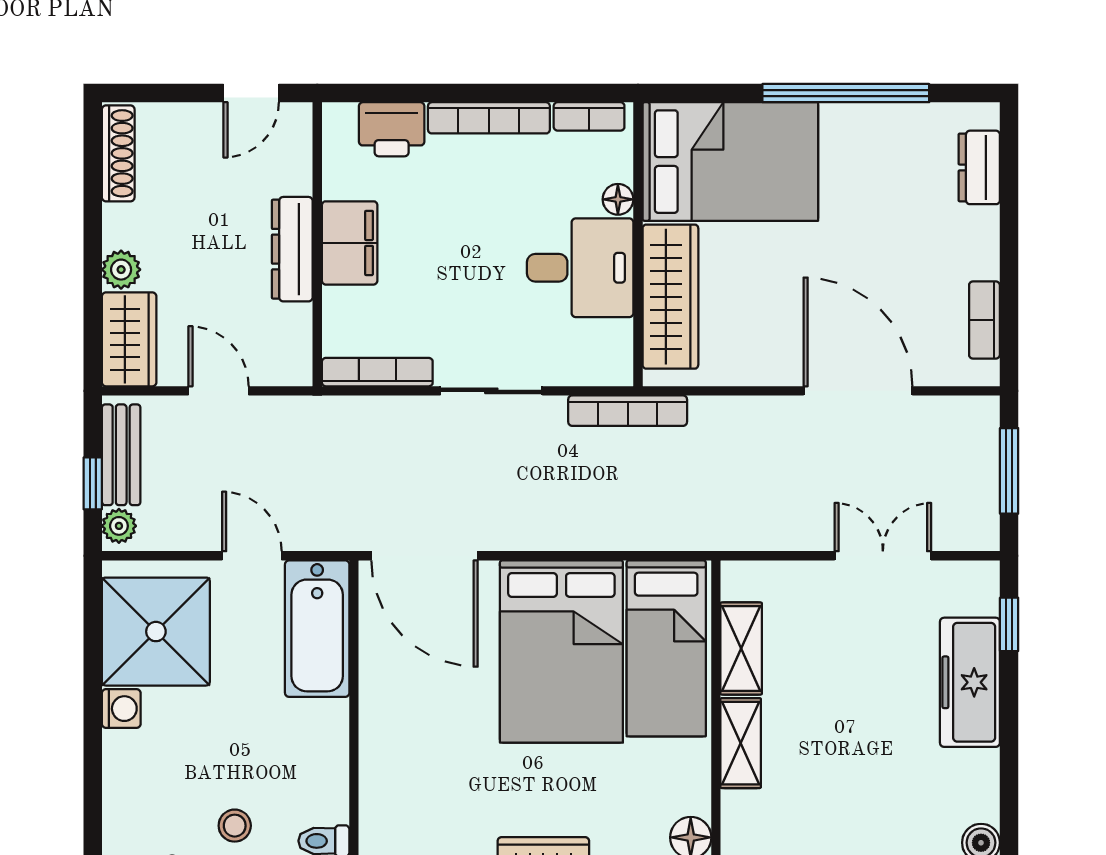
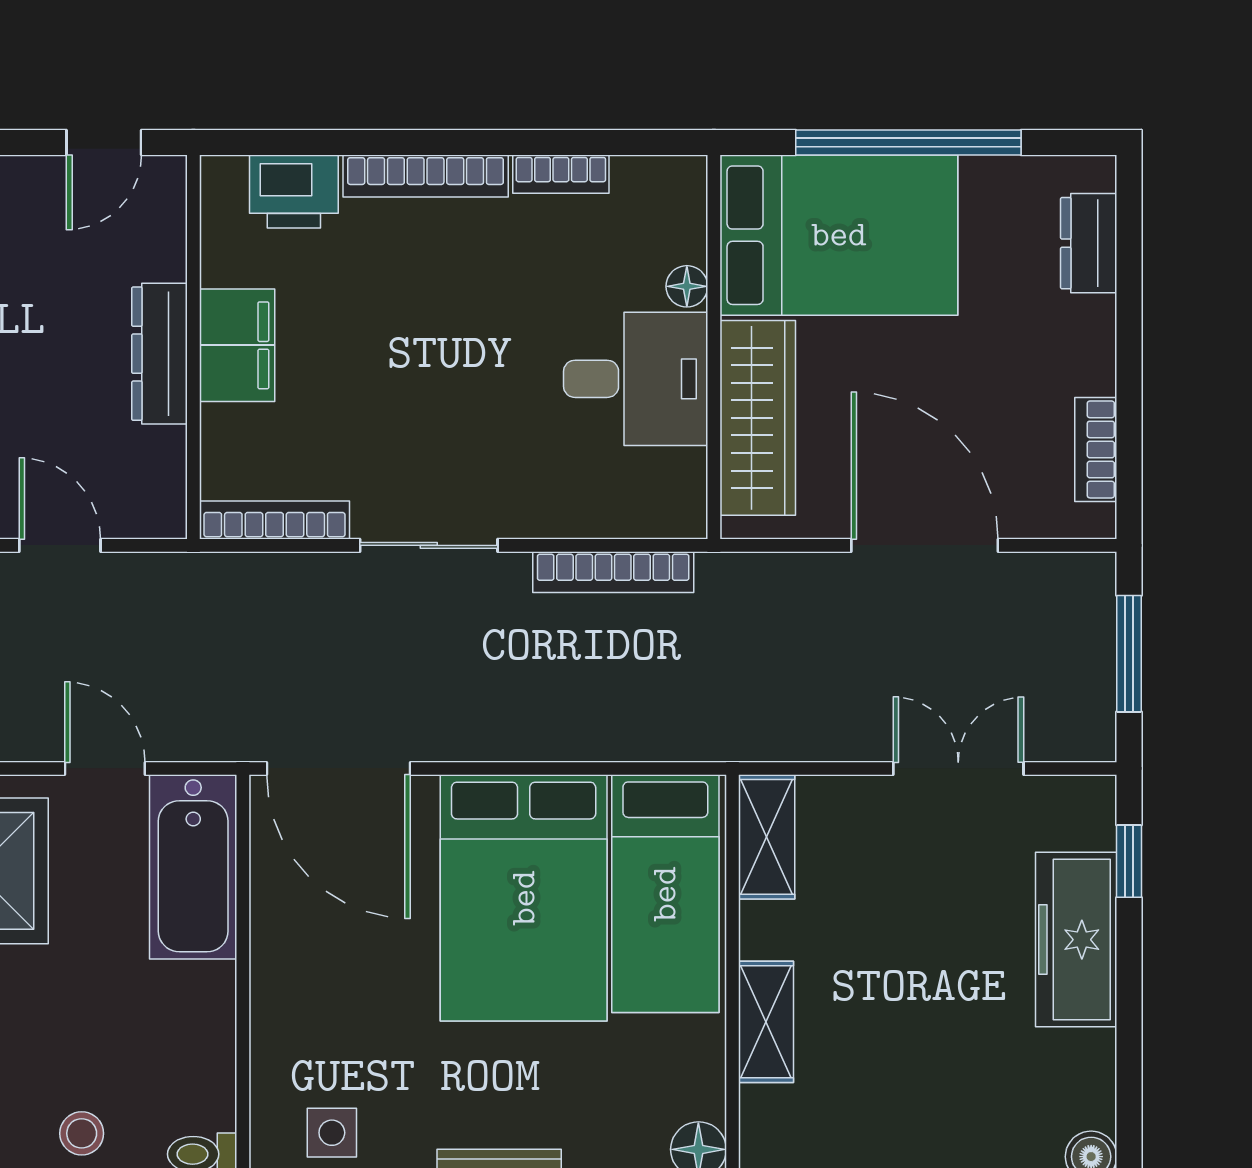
bed: (730, 162) -> (839, 235), moved
floor lamp: (618, 199) -> (687, 286), moved
wall: (638, 244) -> (714, 347), moved
desk: (580, 268) -> (636, 379), moved
wardrobe: (670, 297) -> (758, 418), moved
shelving: (741, 648) -> (767, 837), moved
side table: (420, 825) -> (332, 1133), added

